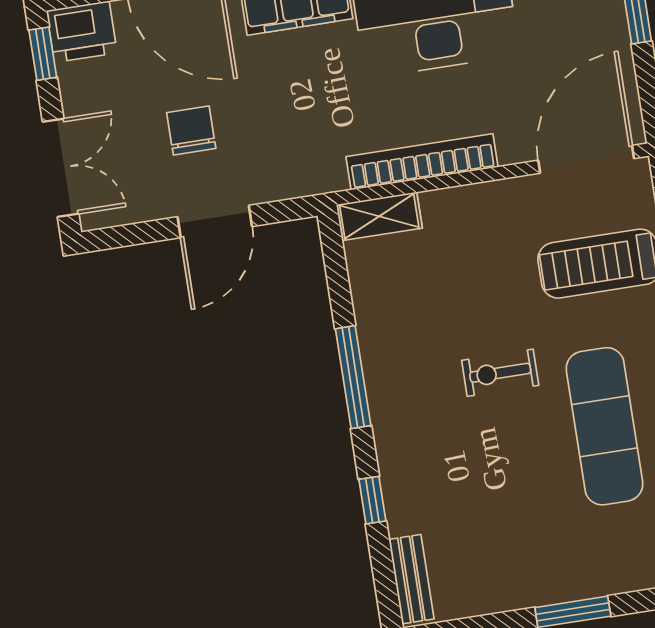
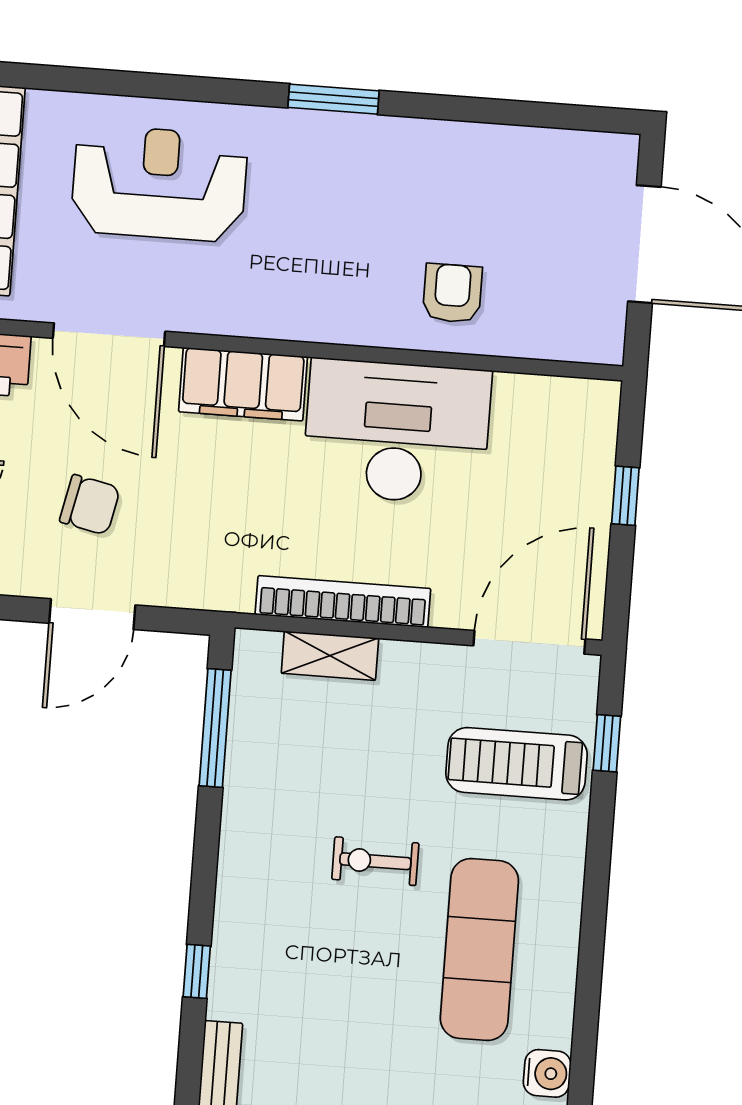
chair: (191, 131) -> (90, 505), turned 102
shelving: (379, 216) -> (330, 656), moved
window: (353, 377) -> (215, 728), moved

